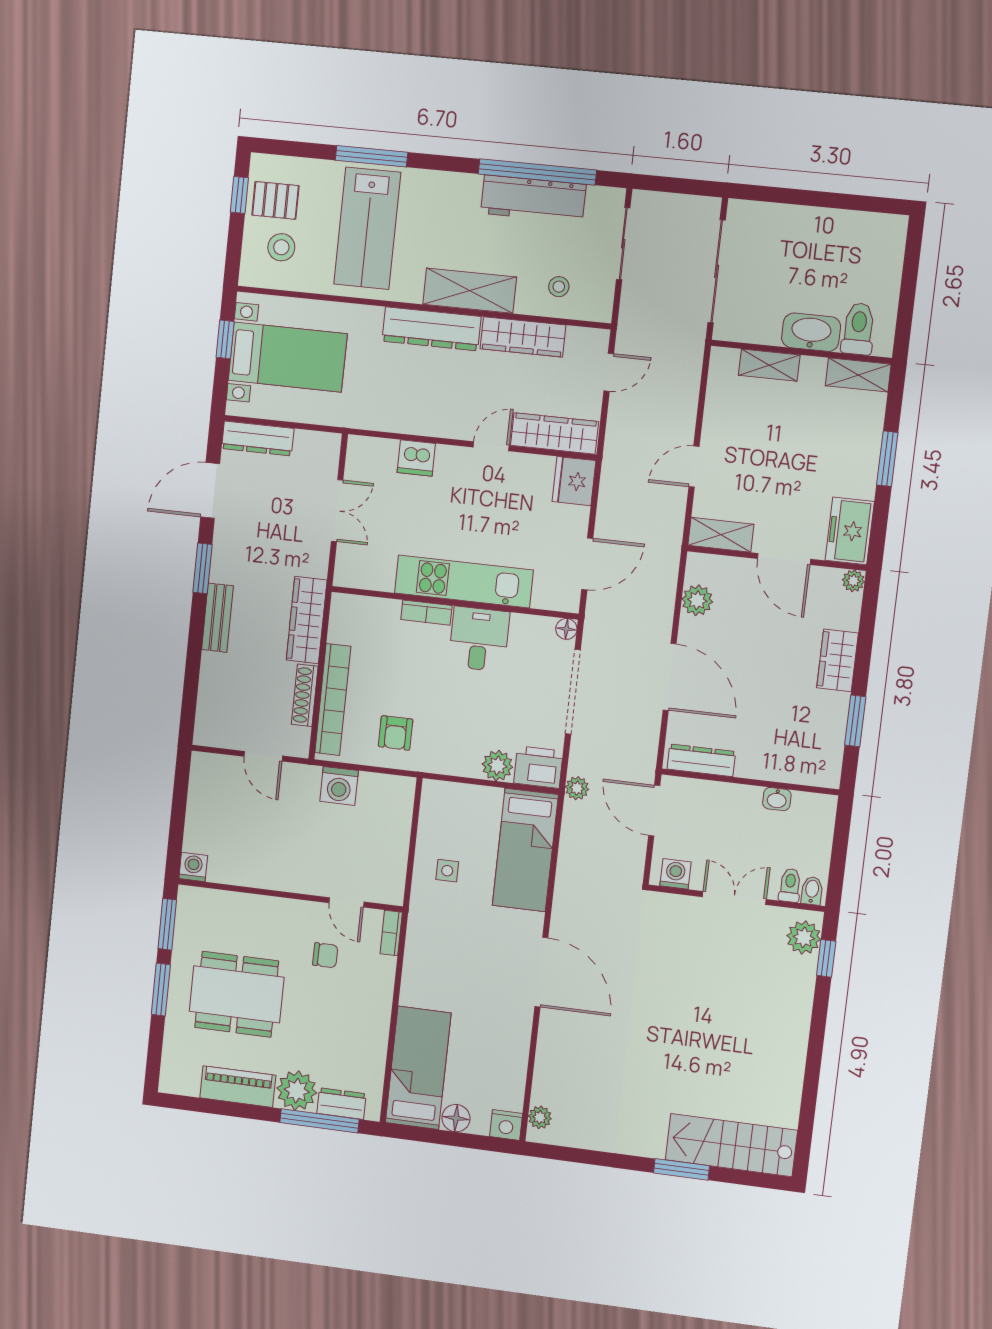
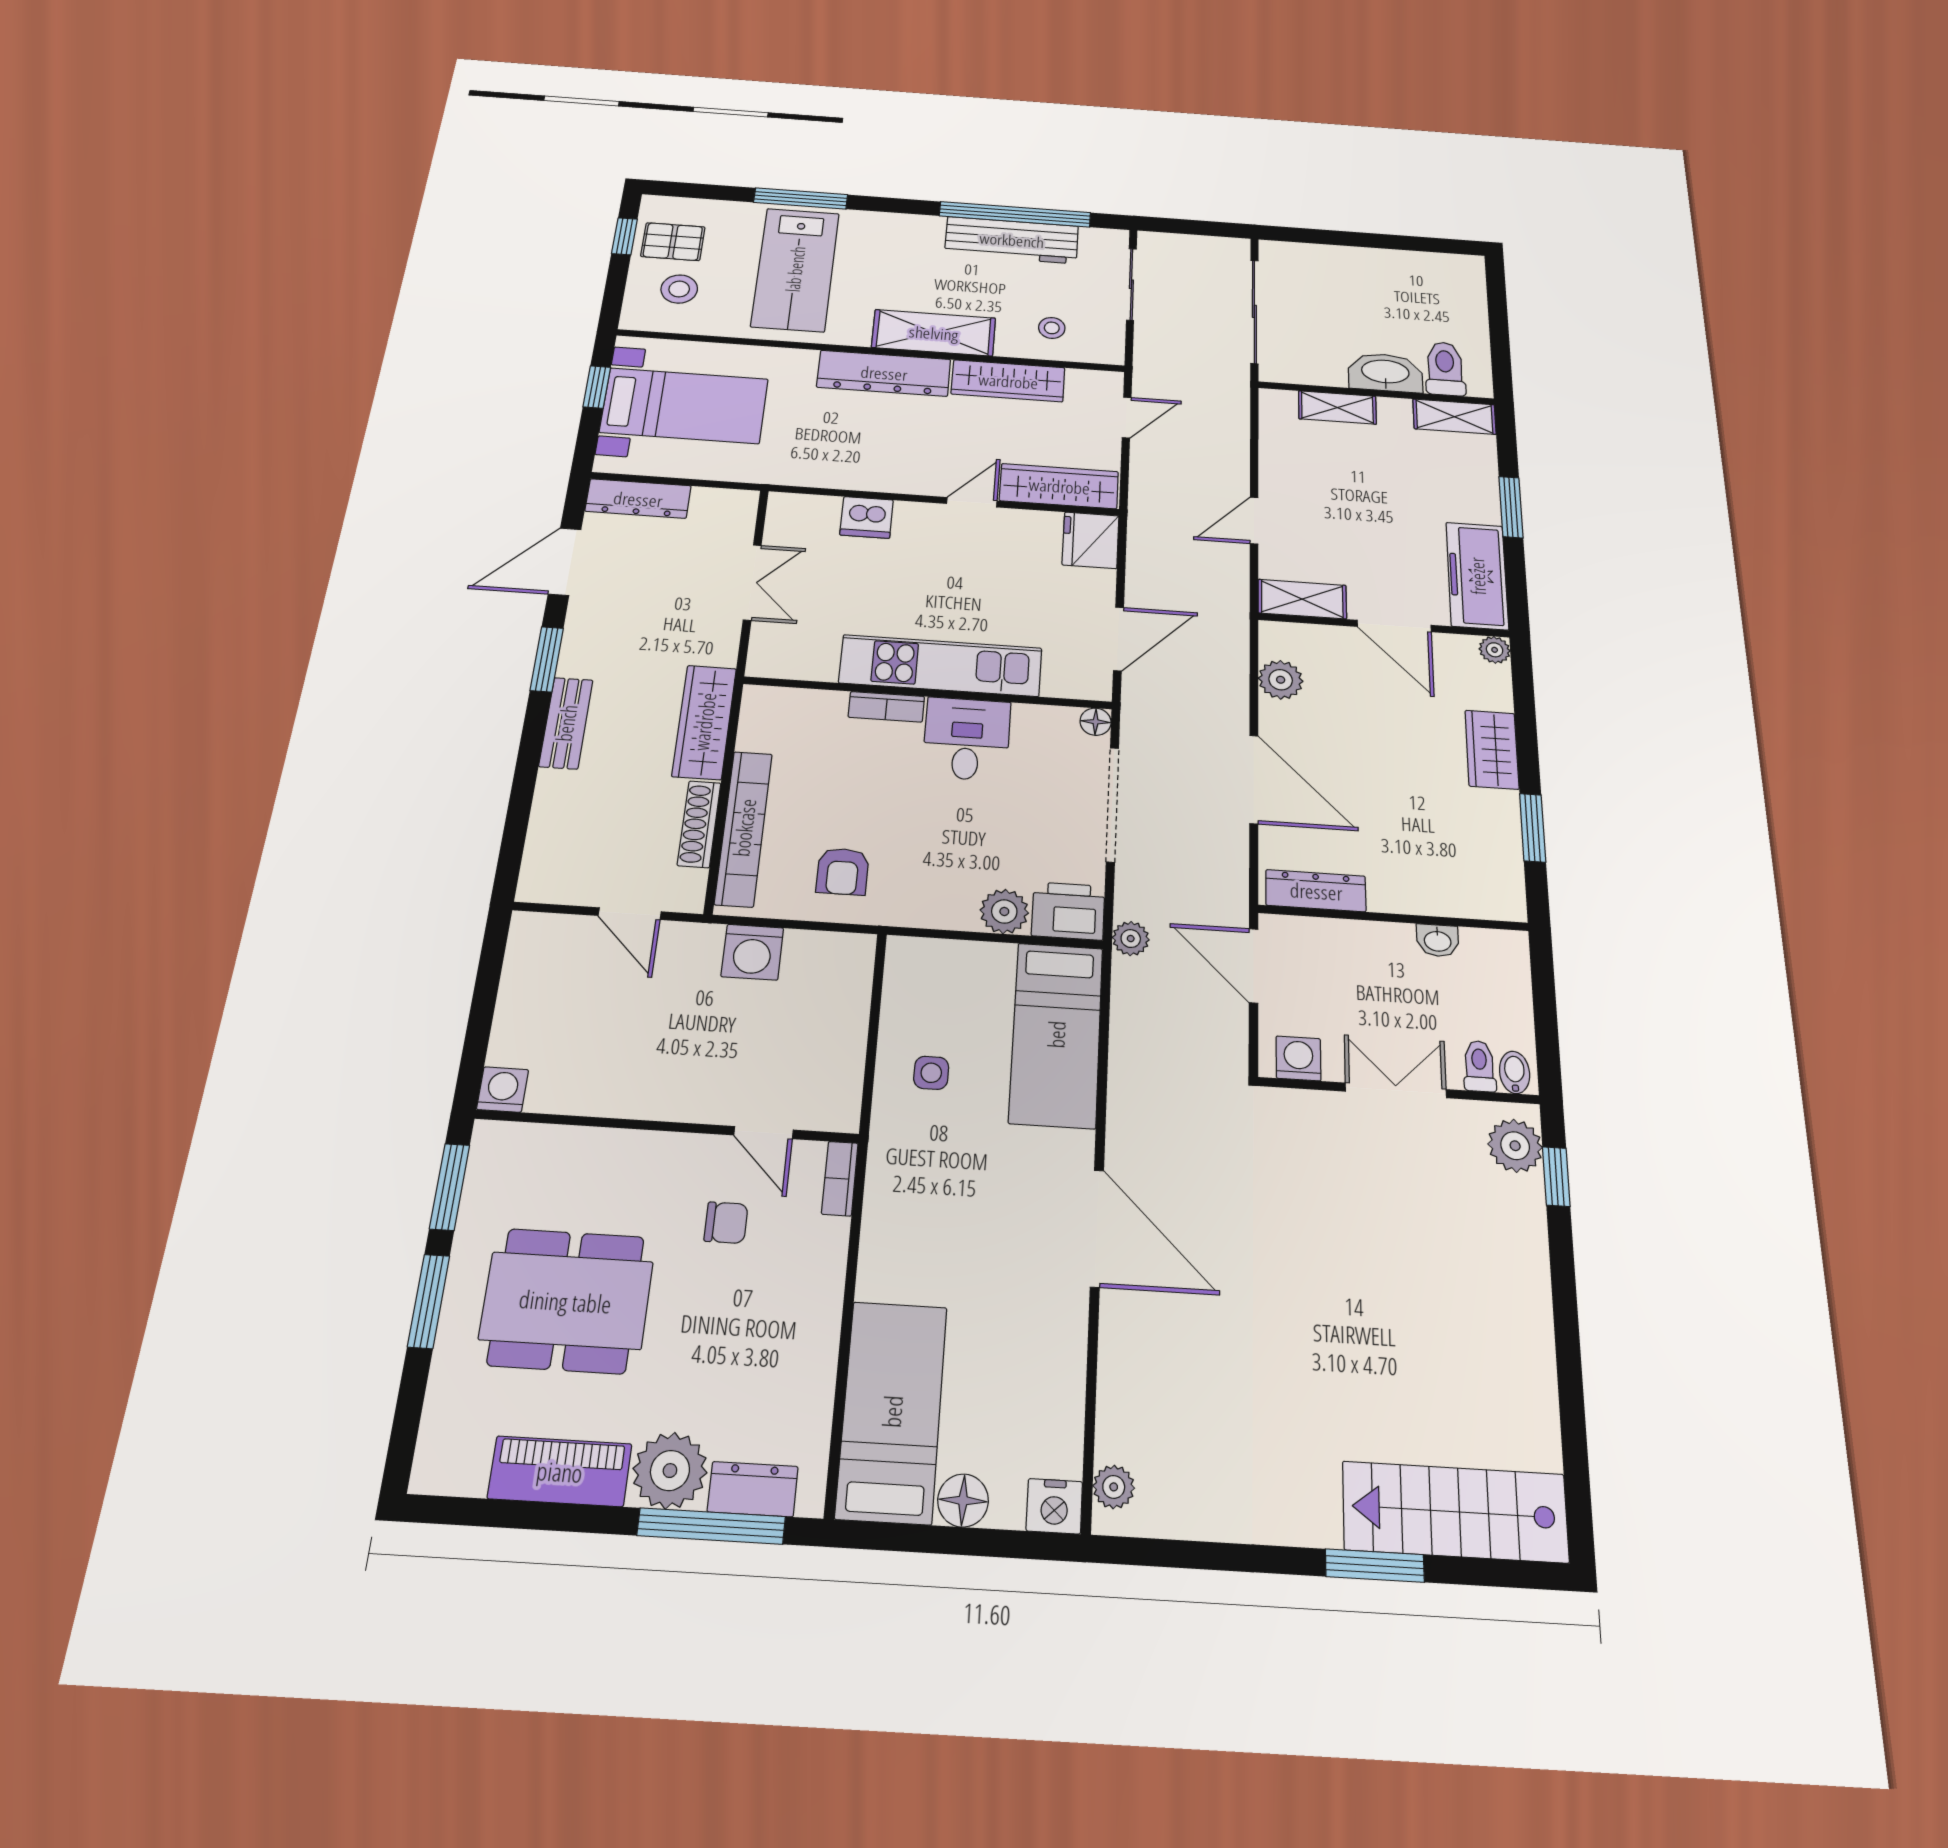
freezer: (850, 531) -> (1477, 576), width x1.40

